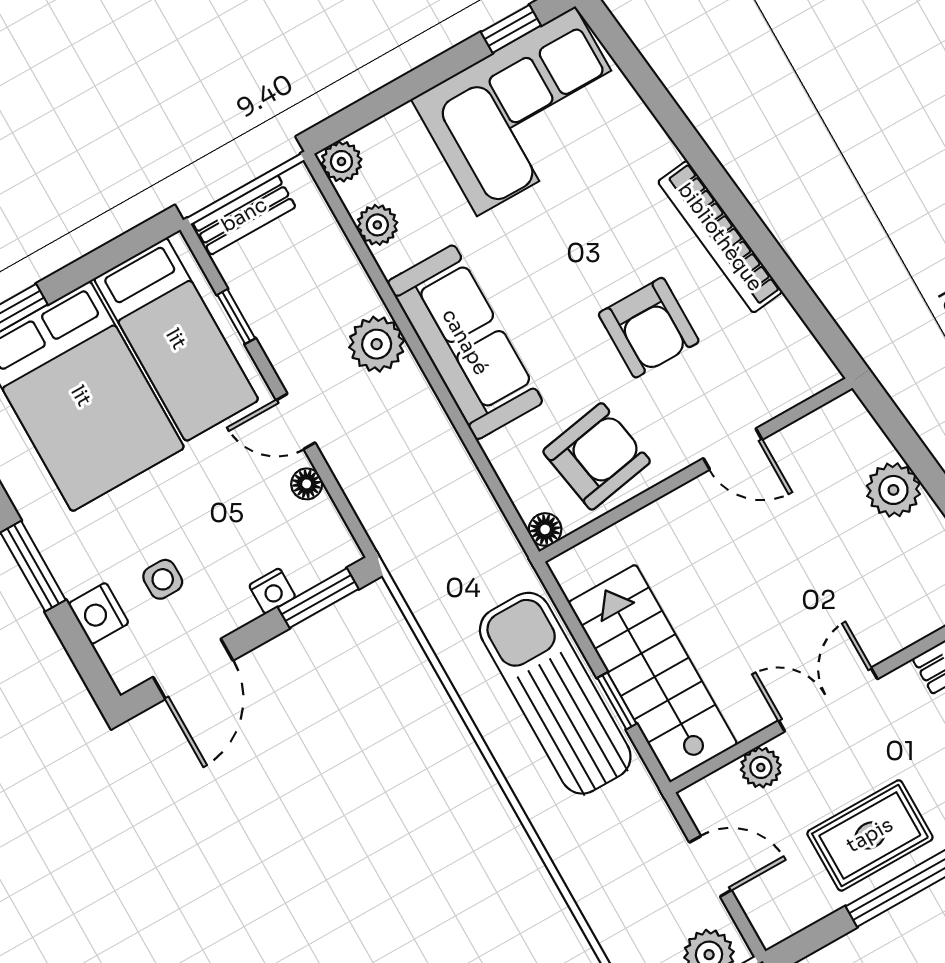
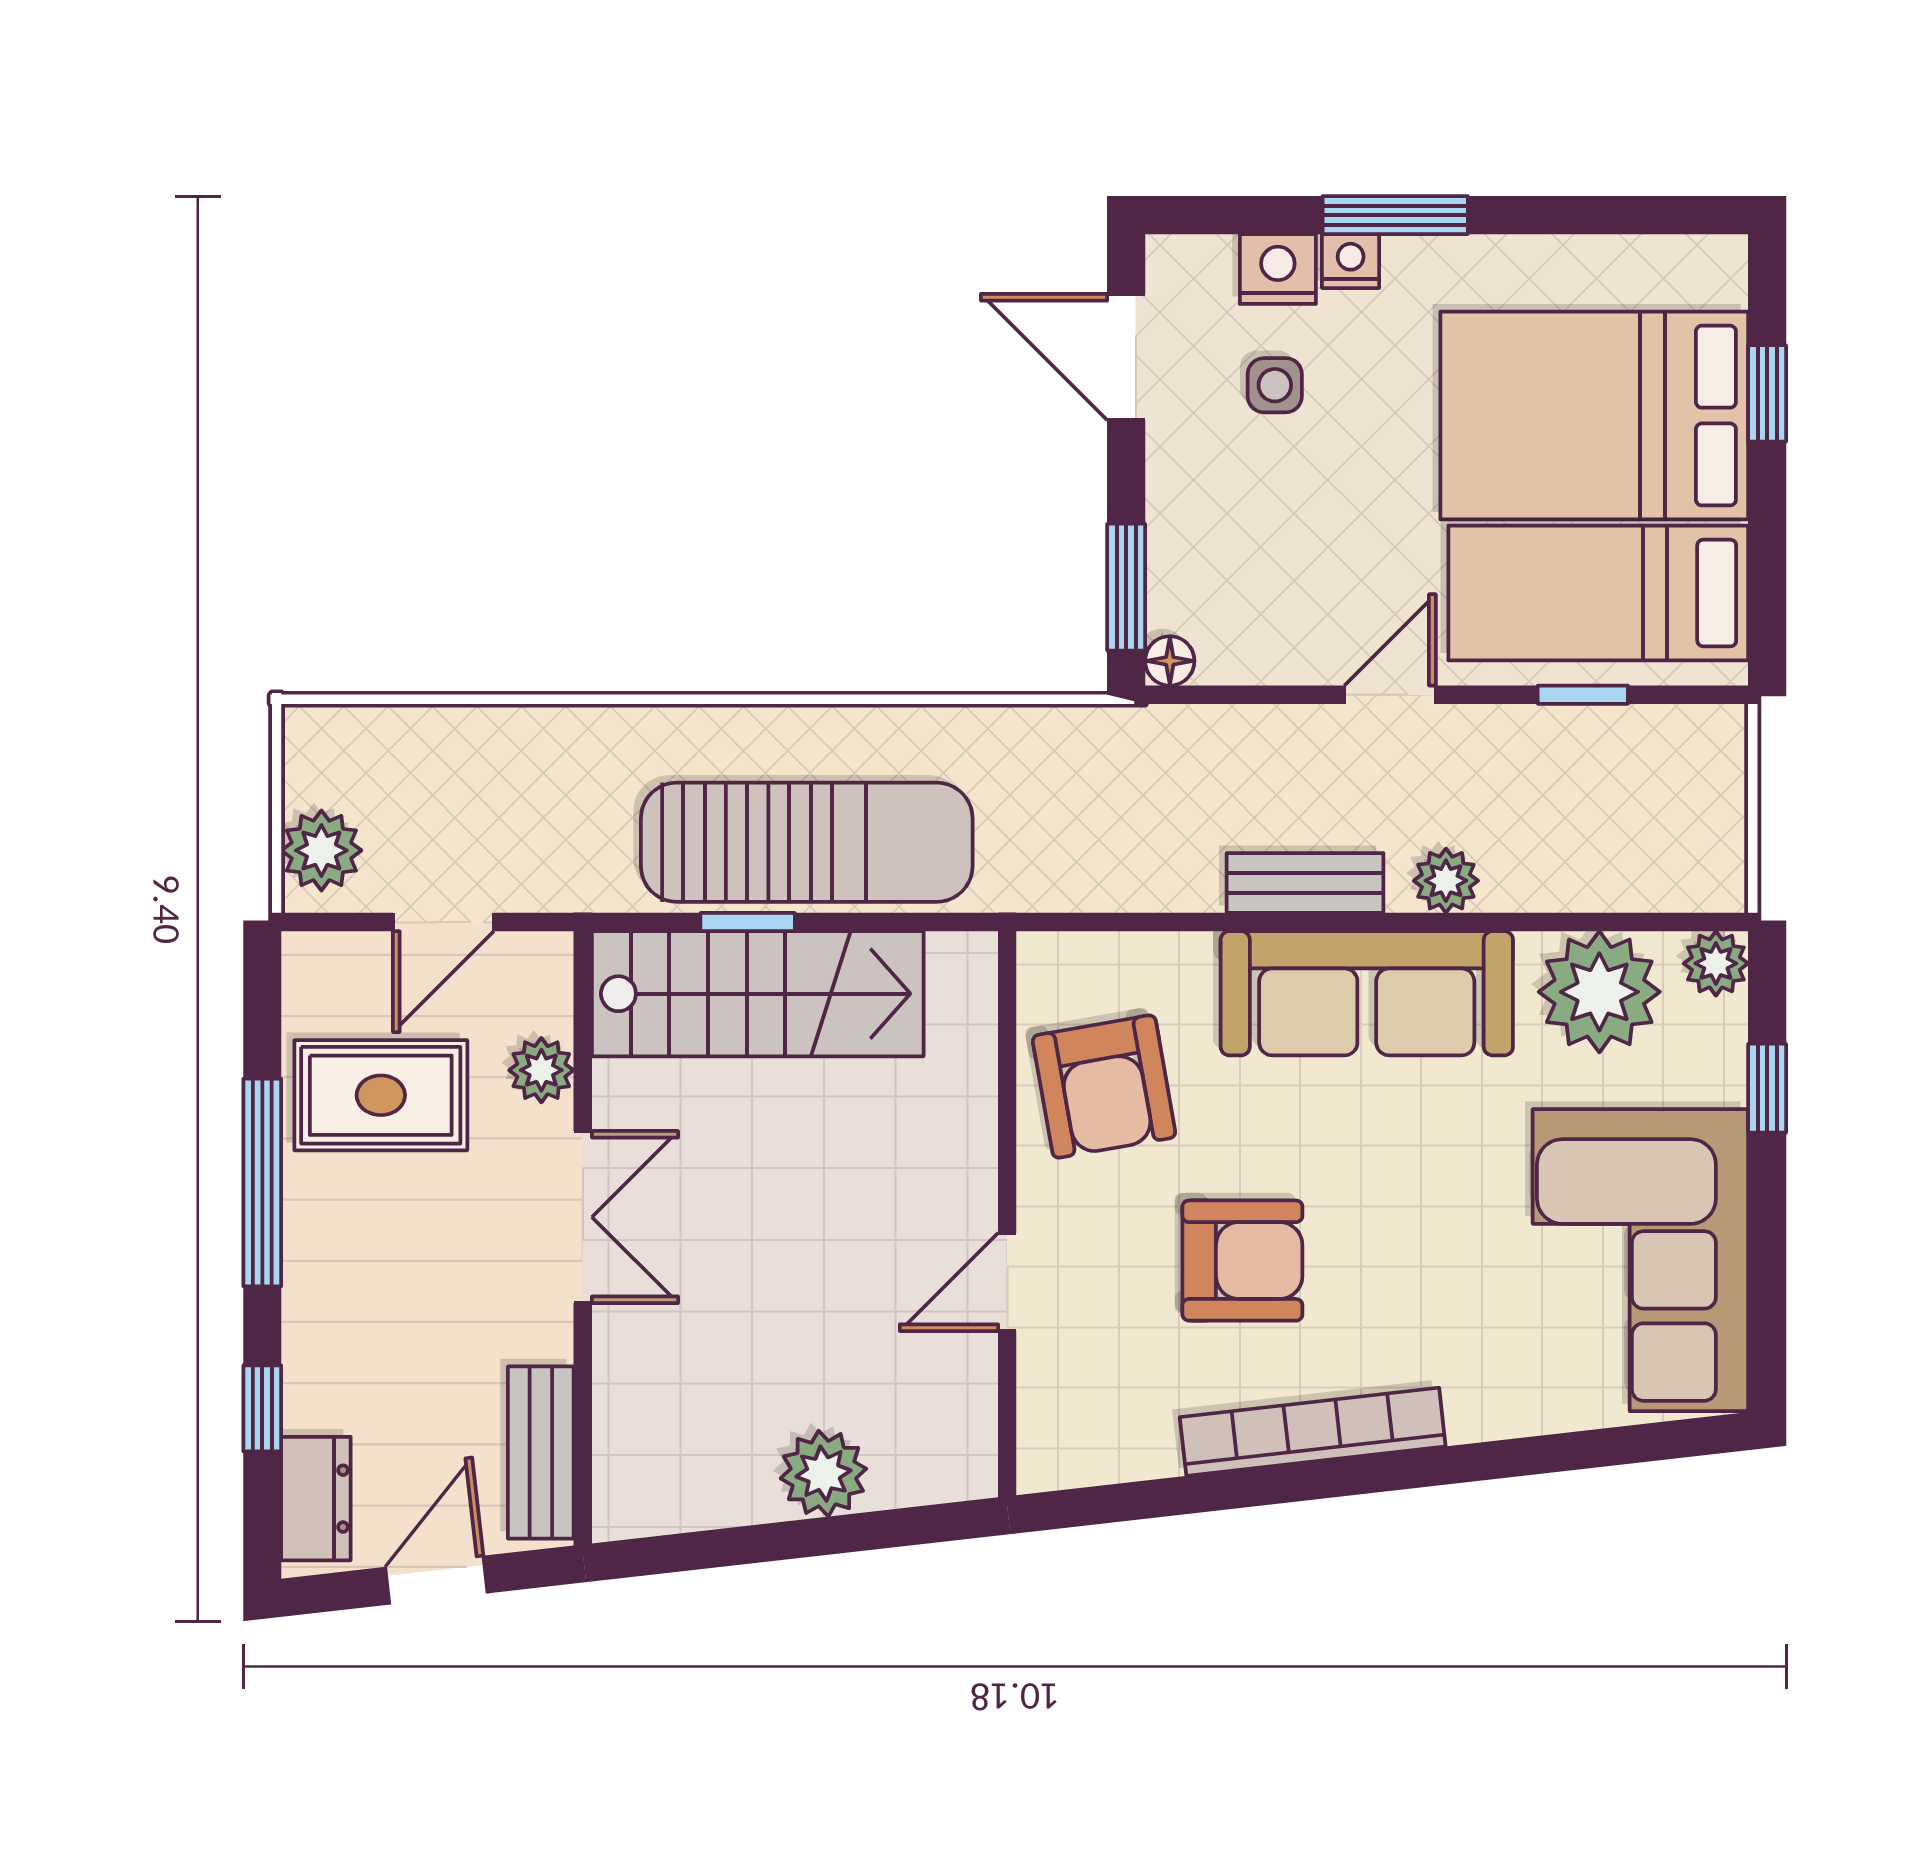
window: (511, 29) -> (1767, 1088), moved
bench: (244, 215) -> (1305, 883), moved, turned 90
plant: (377, 225) -> (1599, 992), width x1.88, depth x1.88
armchair: (649, 328) -> (1242, 1261), turned 180
plant: (377, 344) -> (1446, 881), width x0.73, depth x0.73
floor lamp: (307, 484) -> (1170, 661), moved
floor lamp: (545, 529) -> (1043, 957), removed
nightstand: (272, 591) -> (1351, 261), moved, turned 90
rug: (870, 835) -> (381, 1095), moved, turned 90

